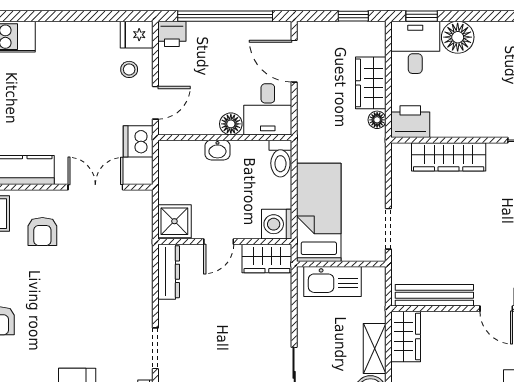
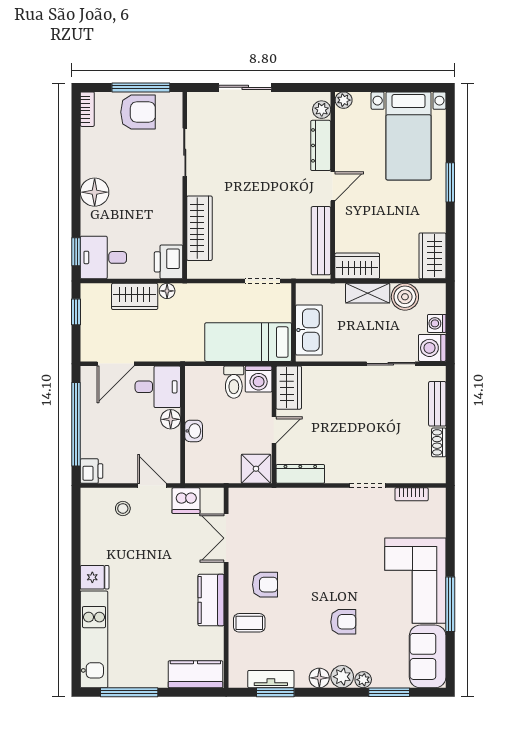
fridge: (137, 35) -> (95, 577), moved, turned -90
floor lamp: (458, 37) -> (95, 192), moved
toilet: (280, 159) -> (234, 382), moved, turned 90
door: (219, 242) -> (274, 430), hinge flipped

